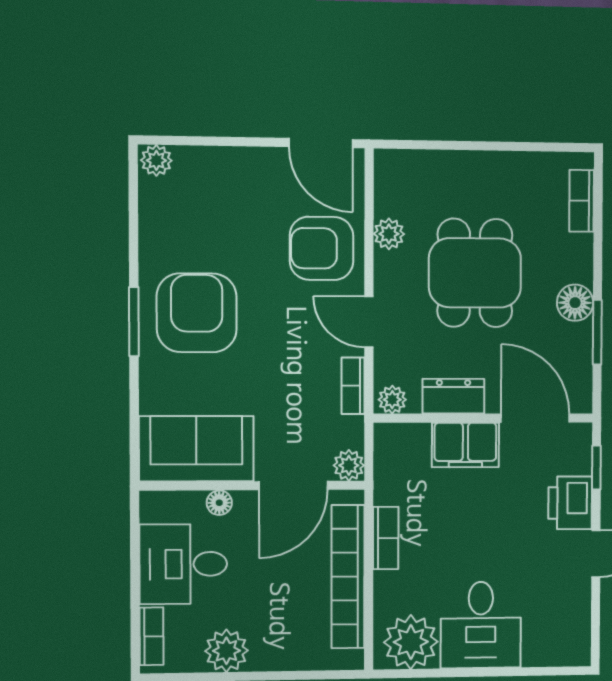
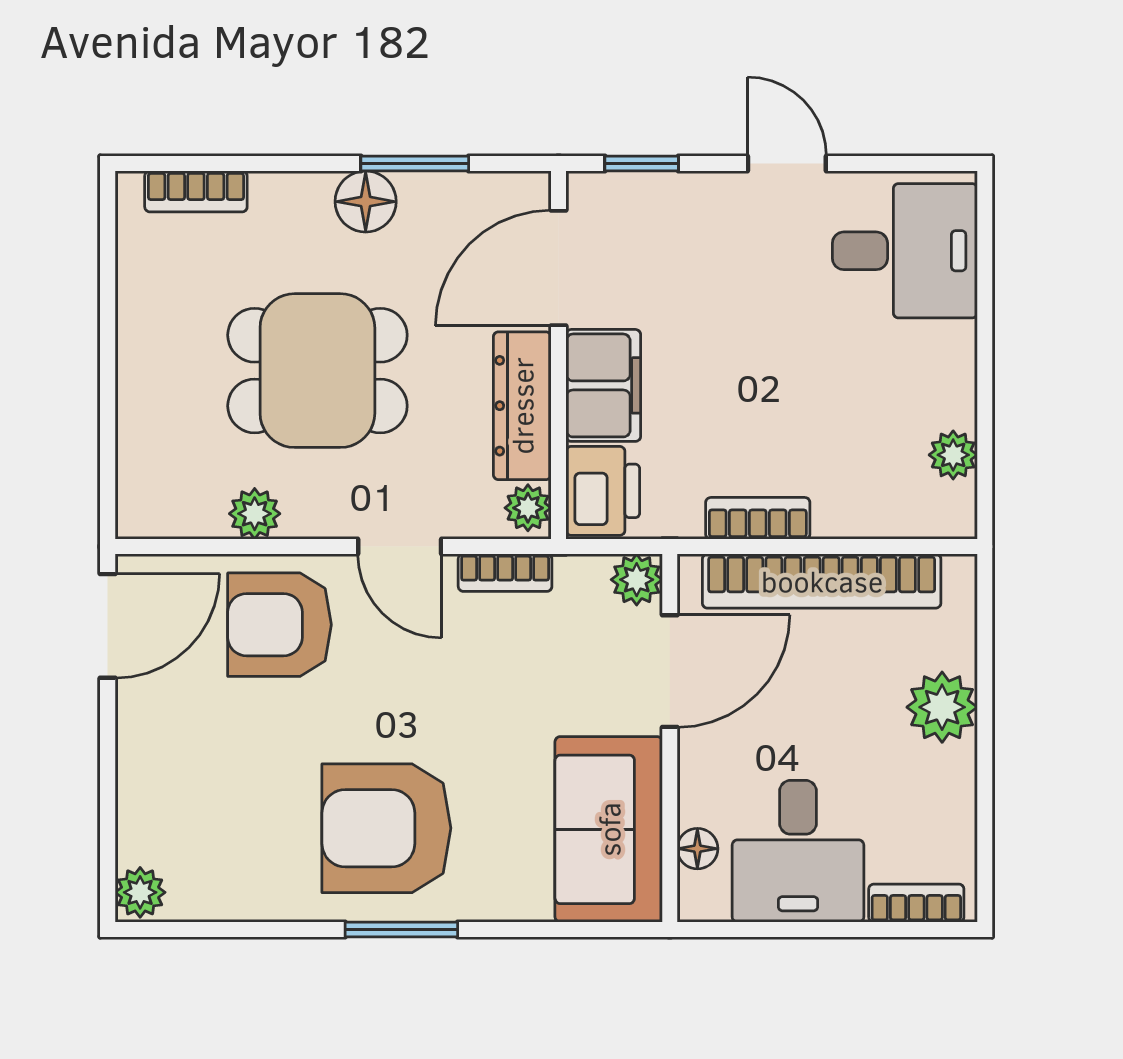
armchair: (322, 248) -> (279, 625), turned 90
door: (369, 322) -> (400, 547), hinge flipped
dresser: (453, 396) -> (522, 406), width x1.44
door: (293, 486) -> (670, 671), hinge flipped
floor lamp: (219, 503) -> (697, 849), moved
printer: (570, 503) -> (603, 491), moved, turned -90
desk: (481, 625) -> (905, 251), moved
plant: (411, 642) -> (953, 455), width x0.53, depth x0.53
plant: (226, 651) -> (942, 707), moved

